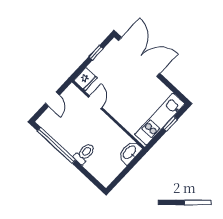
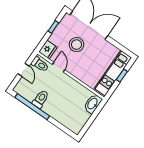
stool: (121, 78) -> (76, 45), added
toilet: (73, 96) -> (40, 64), added
toilet: (85, 154) -> (41, 99), moved

